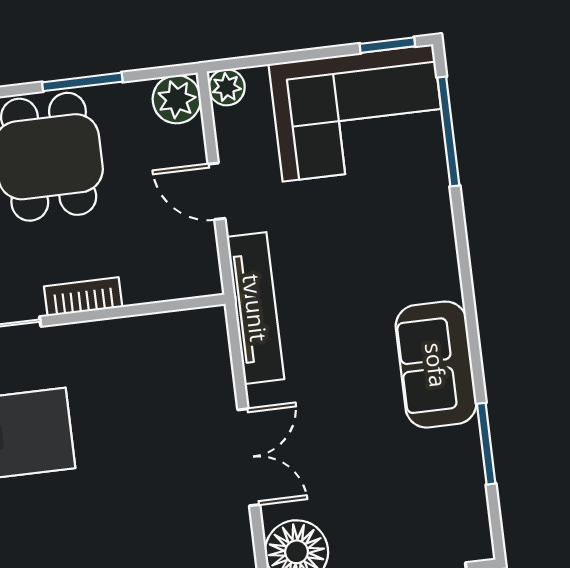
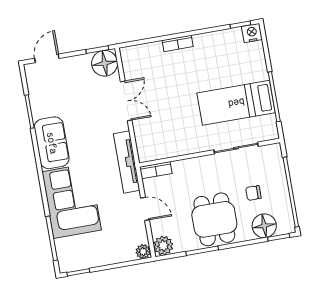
corner sofa: (358, 113) -> (72, 201), moved, turned 90
bookcase: (83, 297) -> (156, 170), moved
double door: (249, 457) -> (126, 101), swing flipped

